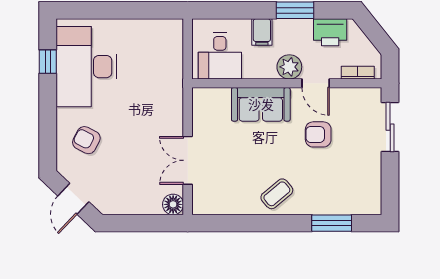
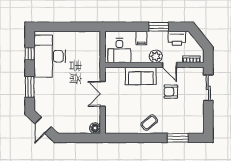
window: (48, 125) -> (30, 87), added
armchair: (86, 140) -> (50, 95), removed
double door: (188, 160) -> (103, 94), moved

